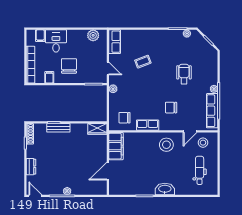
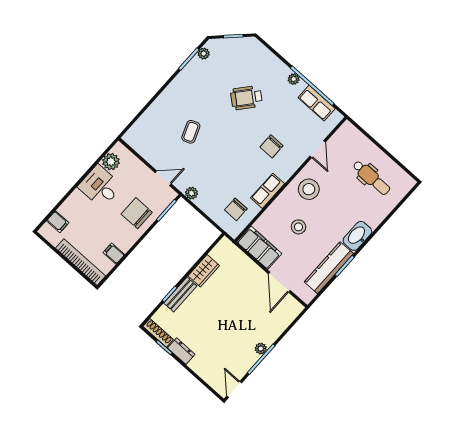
desk: (56, 41) -> (100, 186), moved
row of seats: (115, 42) -> (140, 144), removed
chair: (69, 66) -> (137, 213), moved
wheelchair: (184, 74) -> (246, 98), turned -50
row of seats: (212, 111) -> (317, 103), width x0.68
wardrobe: (97, 129) -> (204, 271), moved
stool: (203, 143) -> (298, 227), moved
dresser: (31, 167) -> (181, 351), moved
dental chair: (200, 170) -> (371, 178), turned 180
kitchen counter: (137, 189) -> (329, 268), added
door: (35, 196) -> (234, 389), hinge flipped

